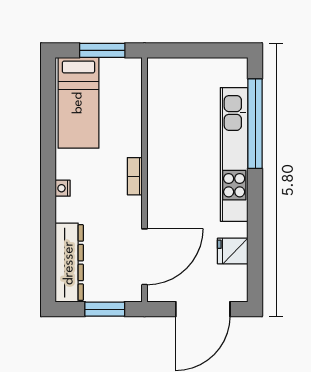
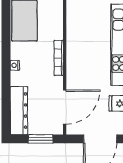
bookcase: (135, 176) -> (59, 58), width x1.56

